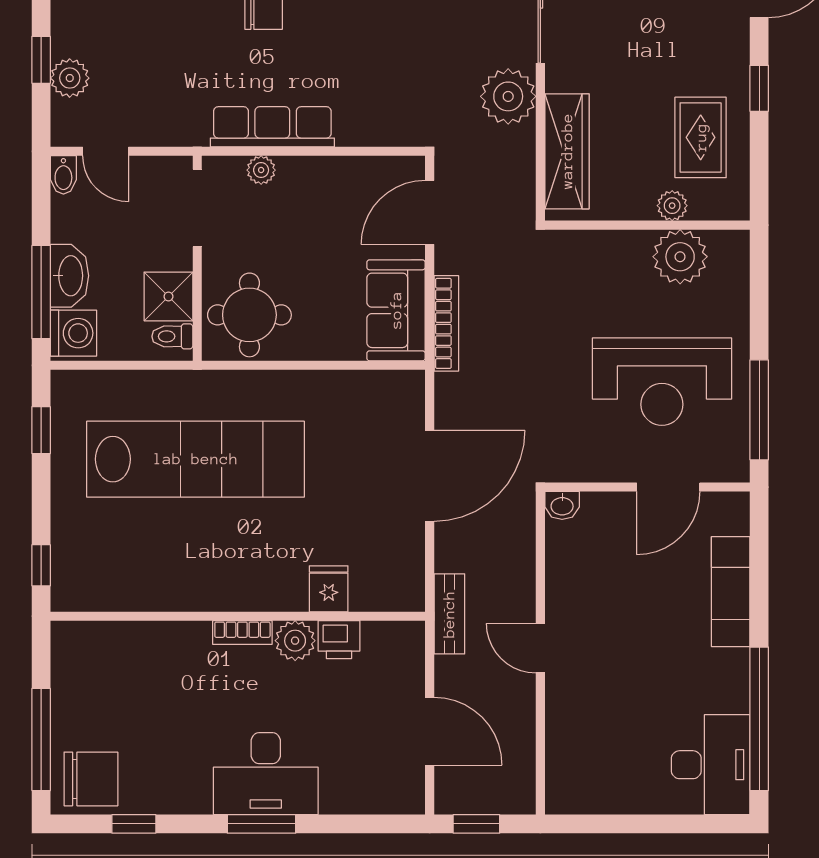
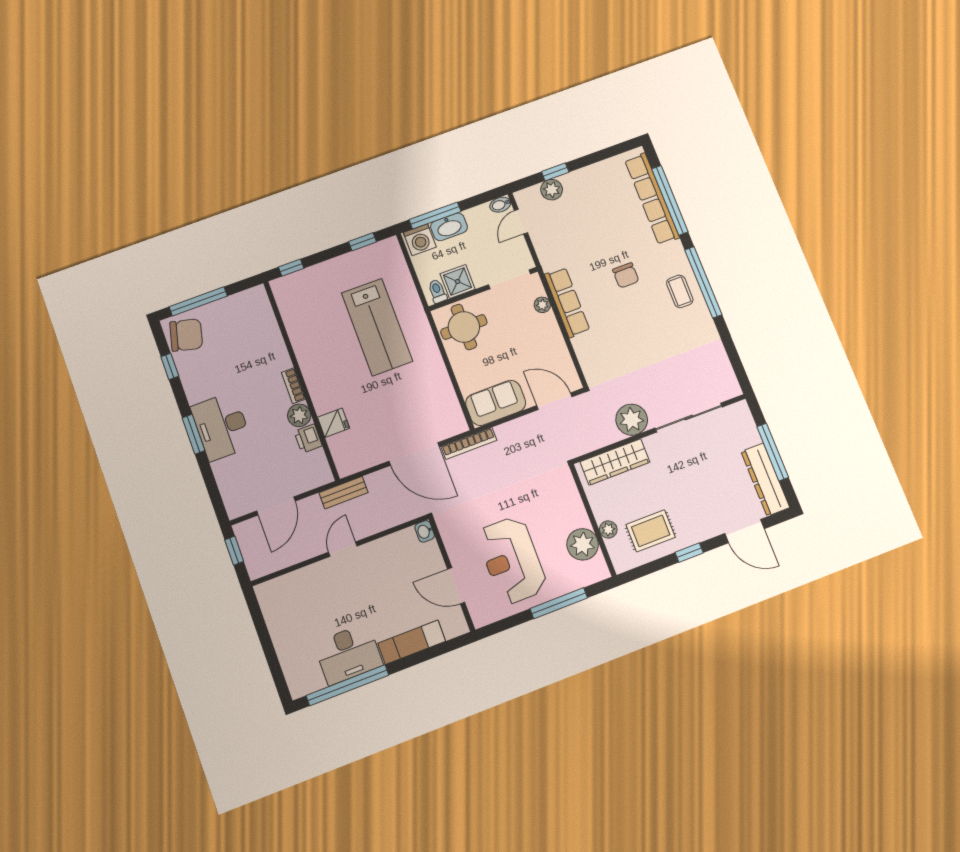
bookcase: (446, 323) -> (469, 443), moved
window: (759, 410) -> (559, 603), moved
lab bench: (196, 459) -> (377, 327), width x0.73
desk: (711, 765) -> (348, 654), moved
chair: (91, 779) -> (186, 335), turned -76

